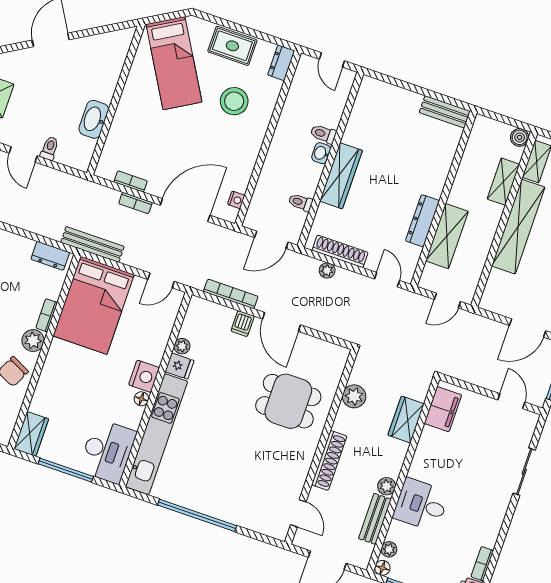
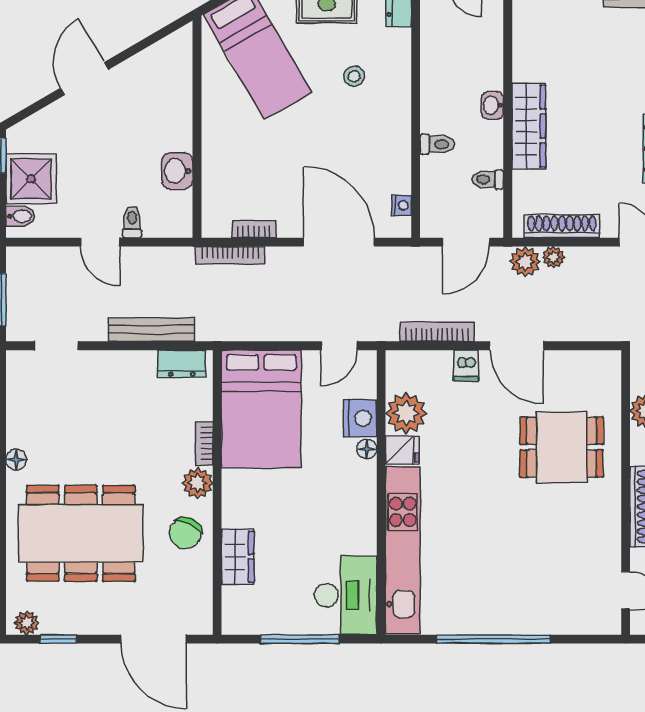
stool: (234, 101) -> (354, 76), width x0.53, depth x0.53
washbasin: (94, 119) -> (177, 171), width x0.72
toilet: (323, 134) -> (437, 144), moved, turned 180
bookcase: (135, 203) -> (230, 255), moved, width x1.56
door: (185, 210) -> (339, 242), hinge flipped
bench: (92, 244) -> (151, 329), moved
plant: (307, 267) -> (525, 262), added
plant: (182, 346) -> (406, 413), width x1.88, depth x1.88
nightstand: (144, 376) -> (360, 418), moved
floor lamp: (141, 399) -> (367, 449), moved
wardrobe: (31, 434) -> (238, 557), moved

